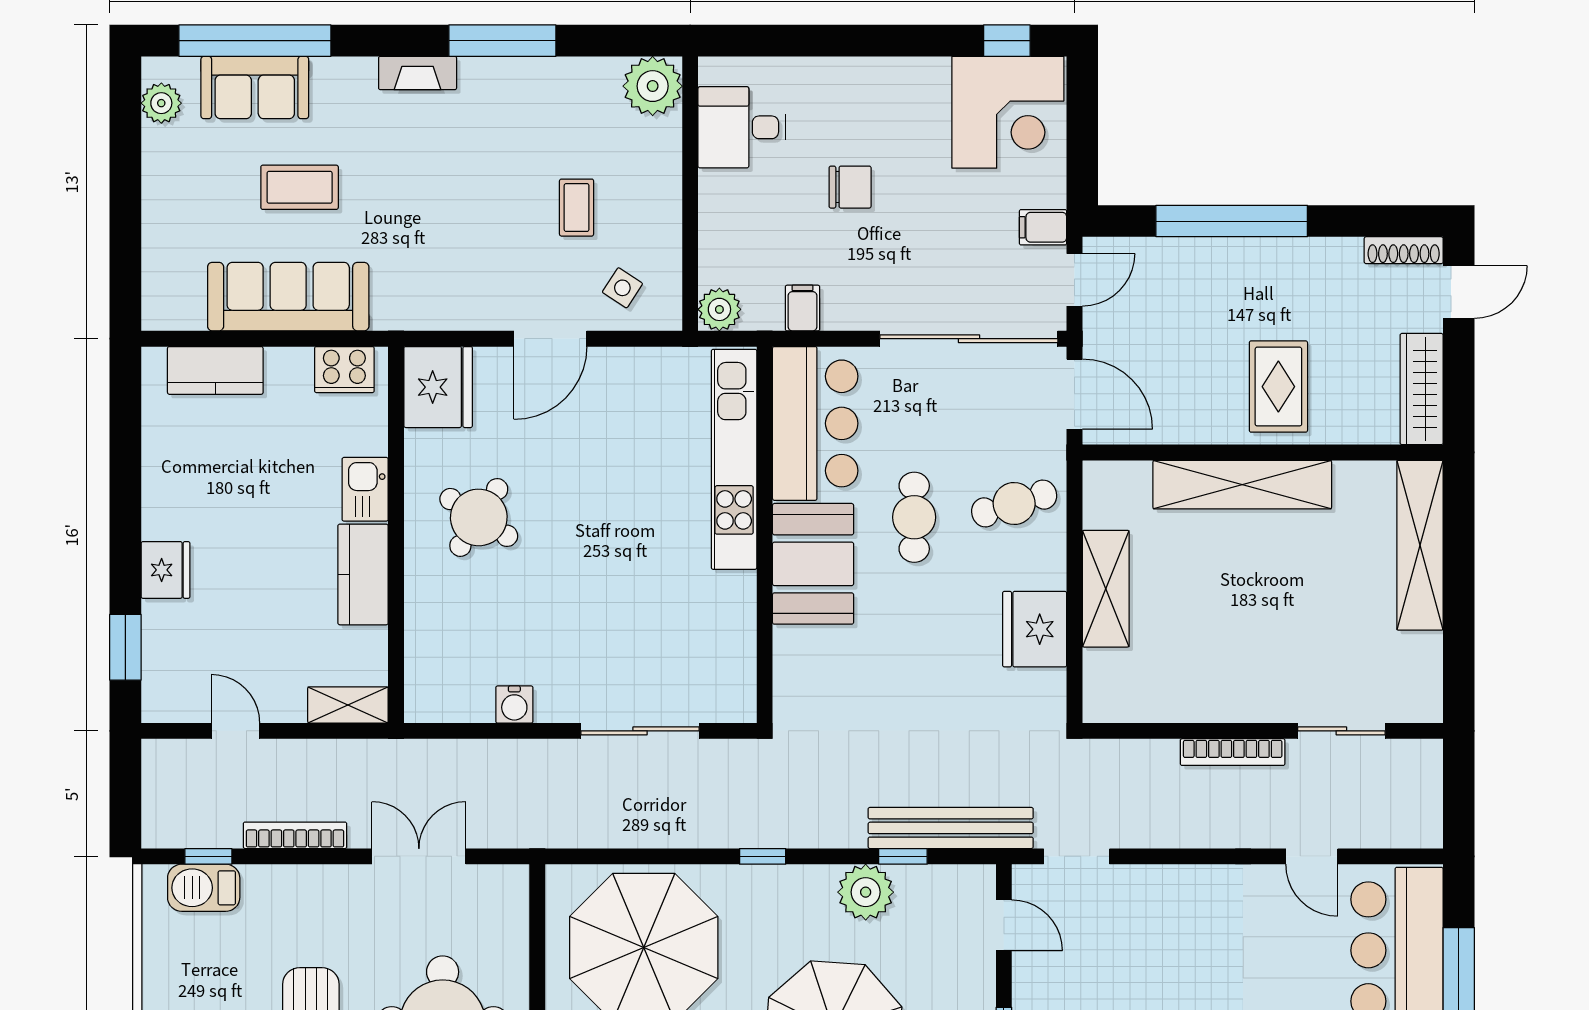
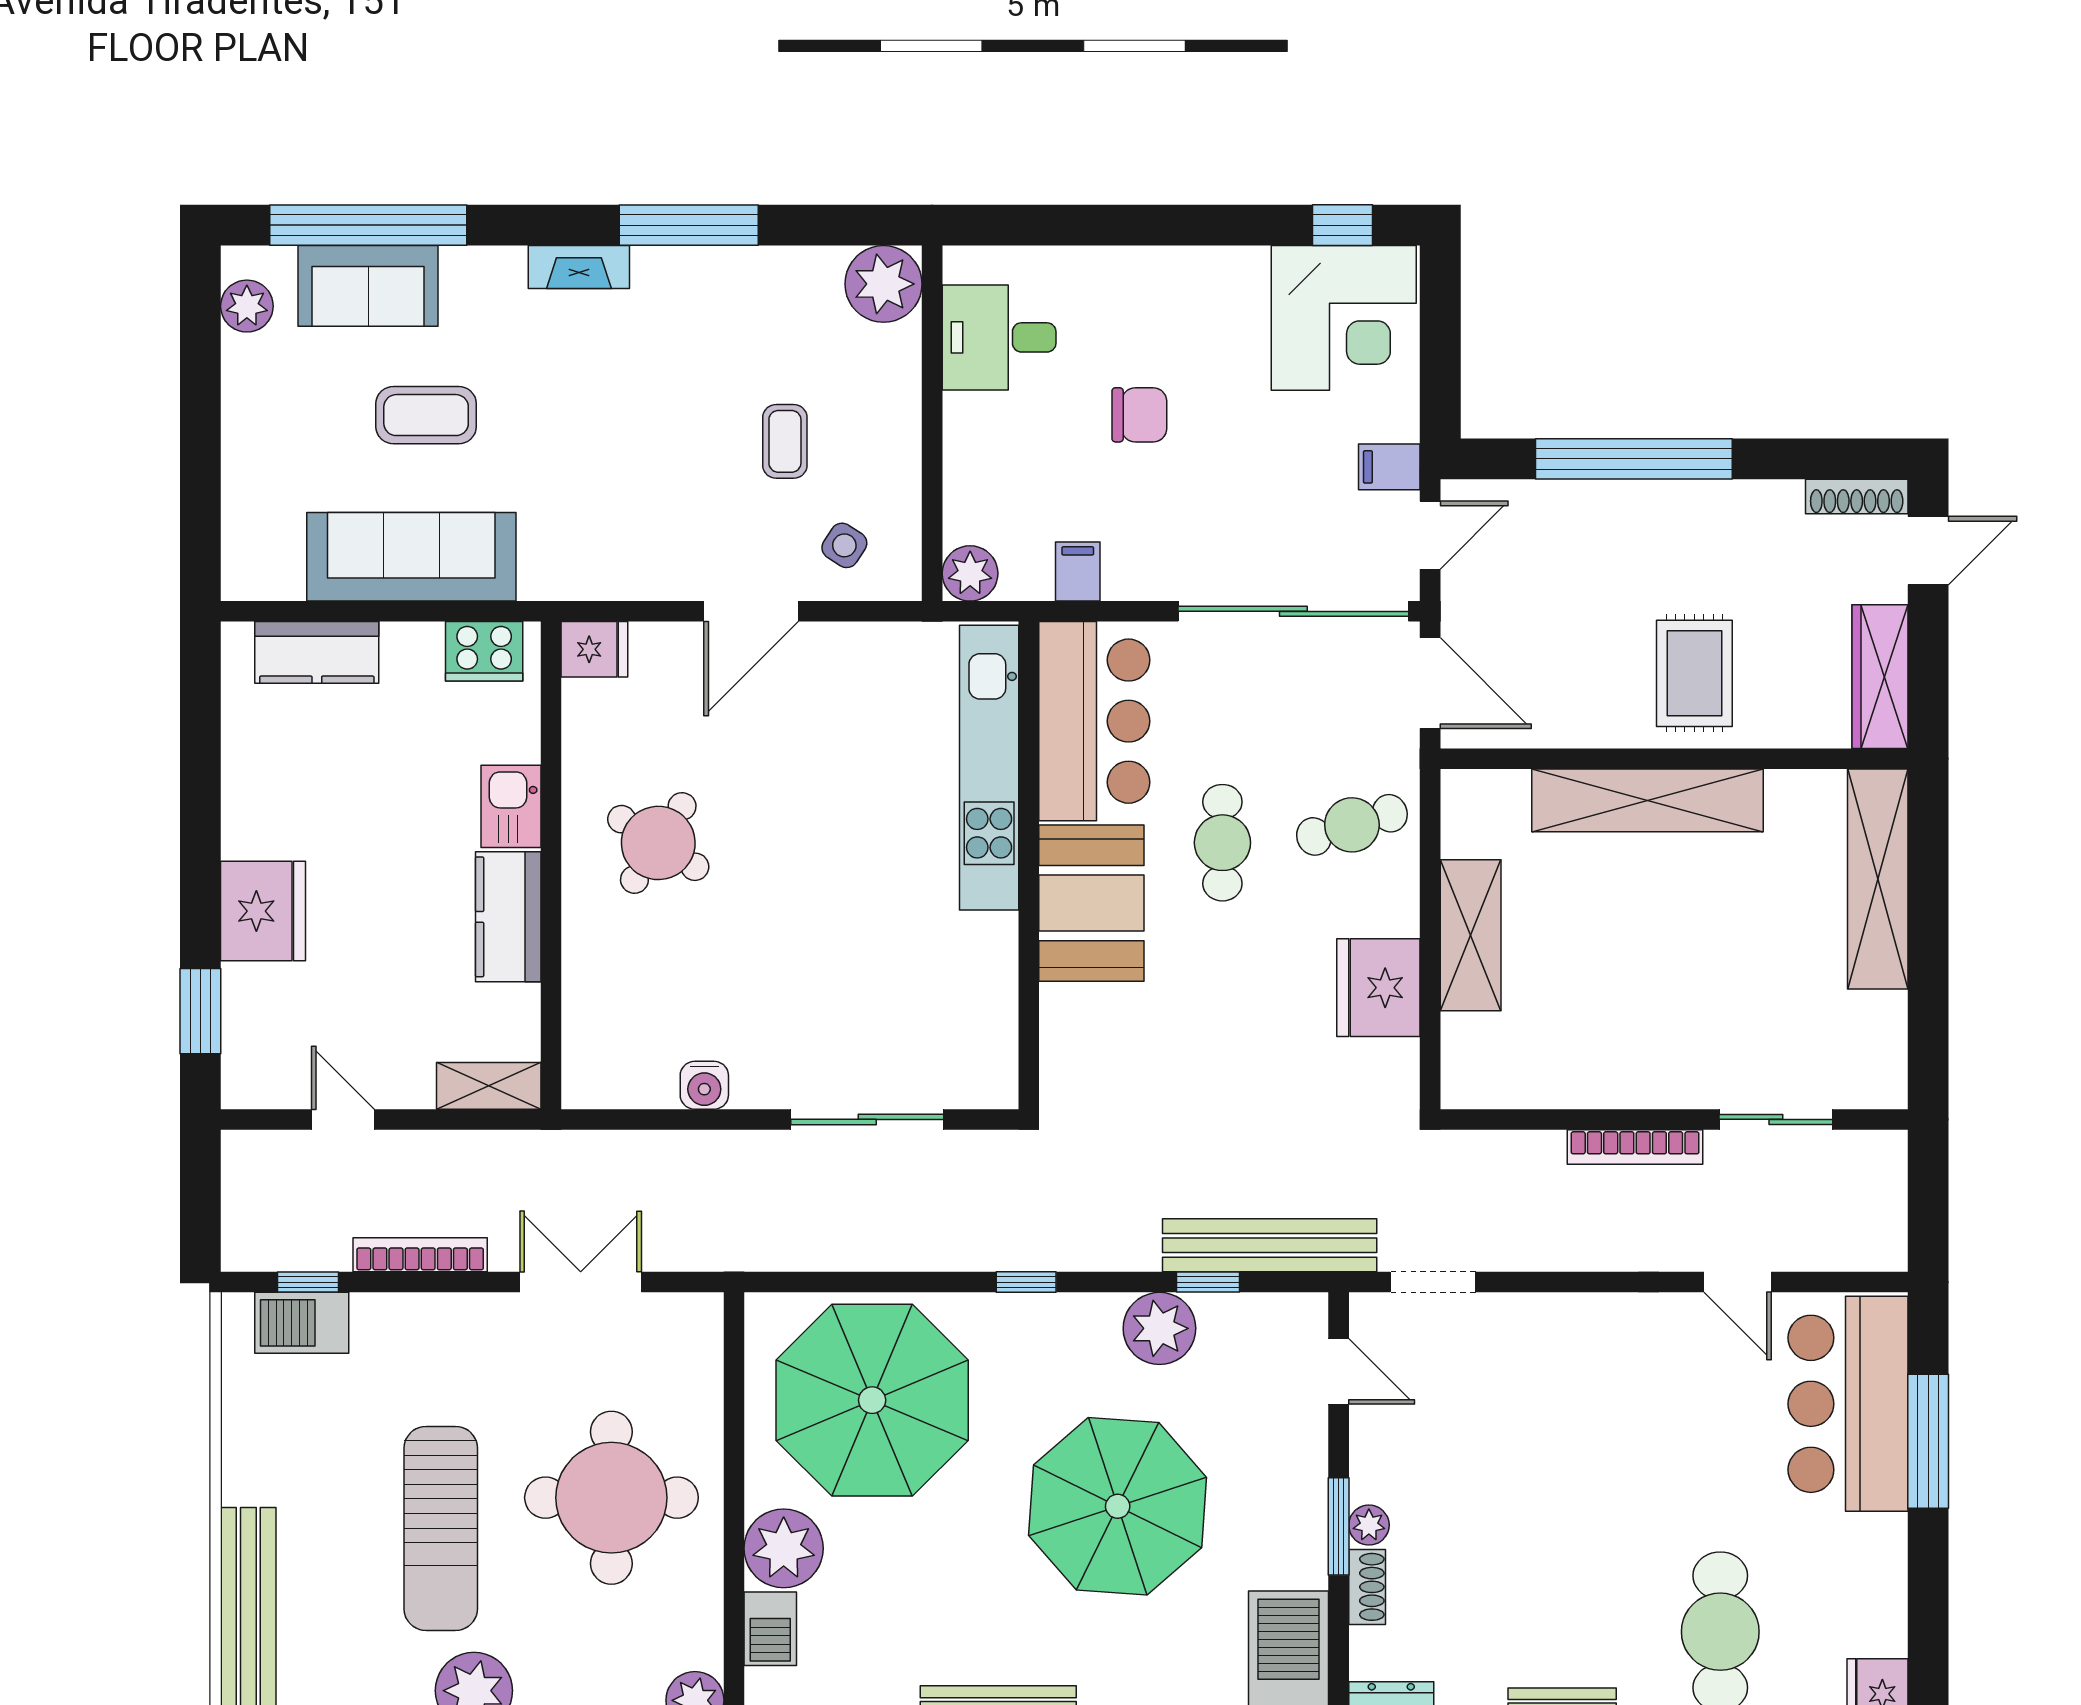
fridge: (438, 387) -> (594, 649), width x0.53, depth x0.75
fridge: (166, 570) -> (263, 911), width x1.36, depth x1.34

